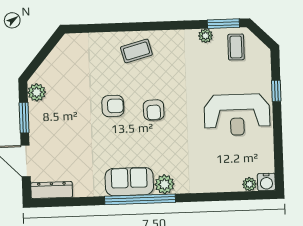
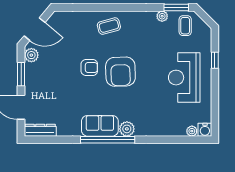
door: (40, 58) -> (35, 29), added
armchair: (154, 110) -> (120, 72), width x1.88, depth x1.88
reception desk: (237, 115) -> (184, 78), turned 90

